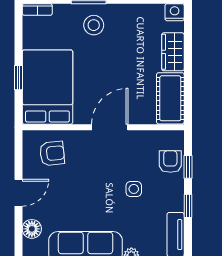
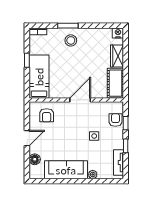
window: (18, 78) -> (27, 60), moved
bed: (47, 87) -> (39, 77), width x0.67
armchair: (52, 153) -> (47, 115), turned 96

